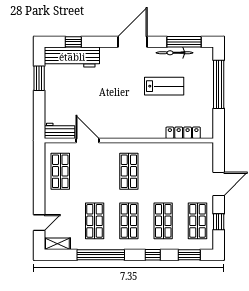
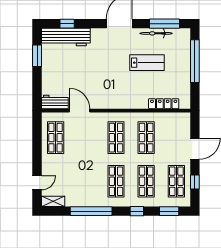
shop shelf: (95, 221) -> (146, 138), moved

